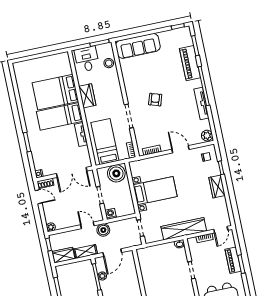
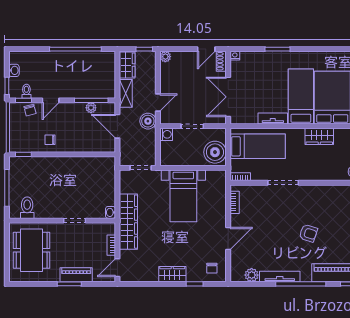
armchair: (155, 100) -> (308, 233), moved
plant: (207, 136) -> (252, 275), moved
door: (221, 230) -> (117, 268), hinge flipped

